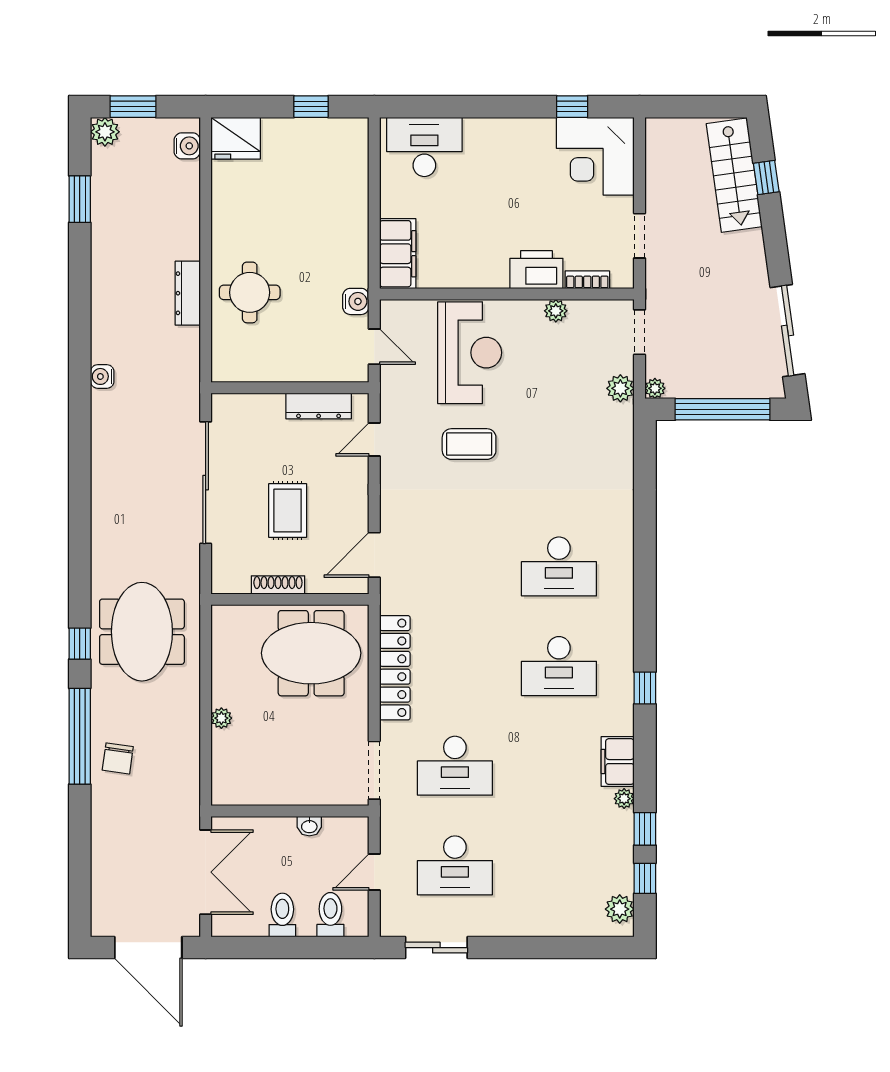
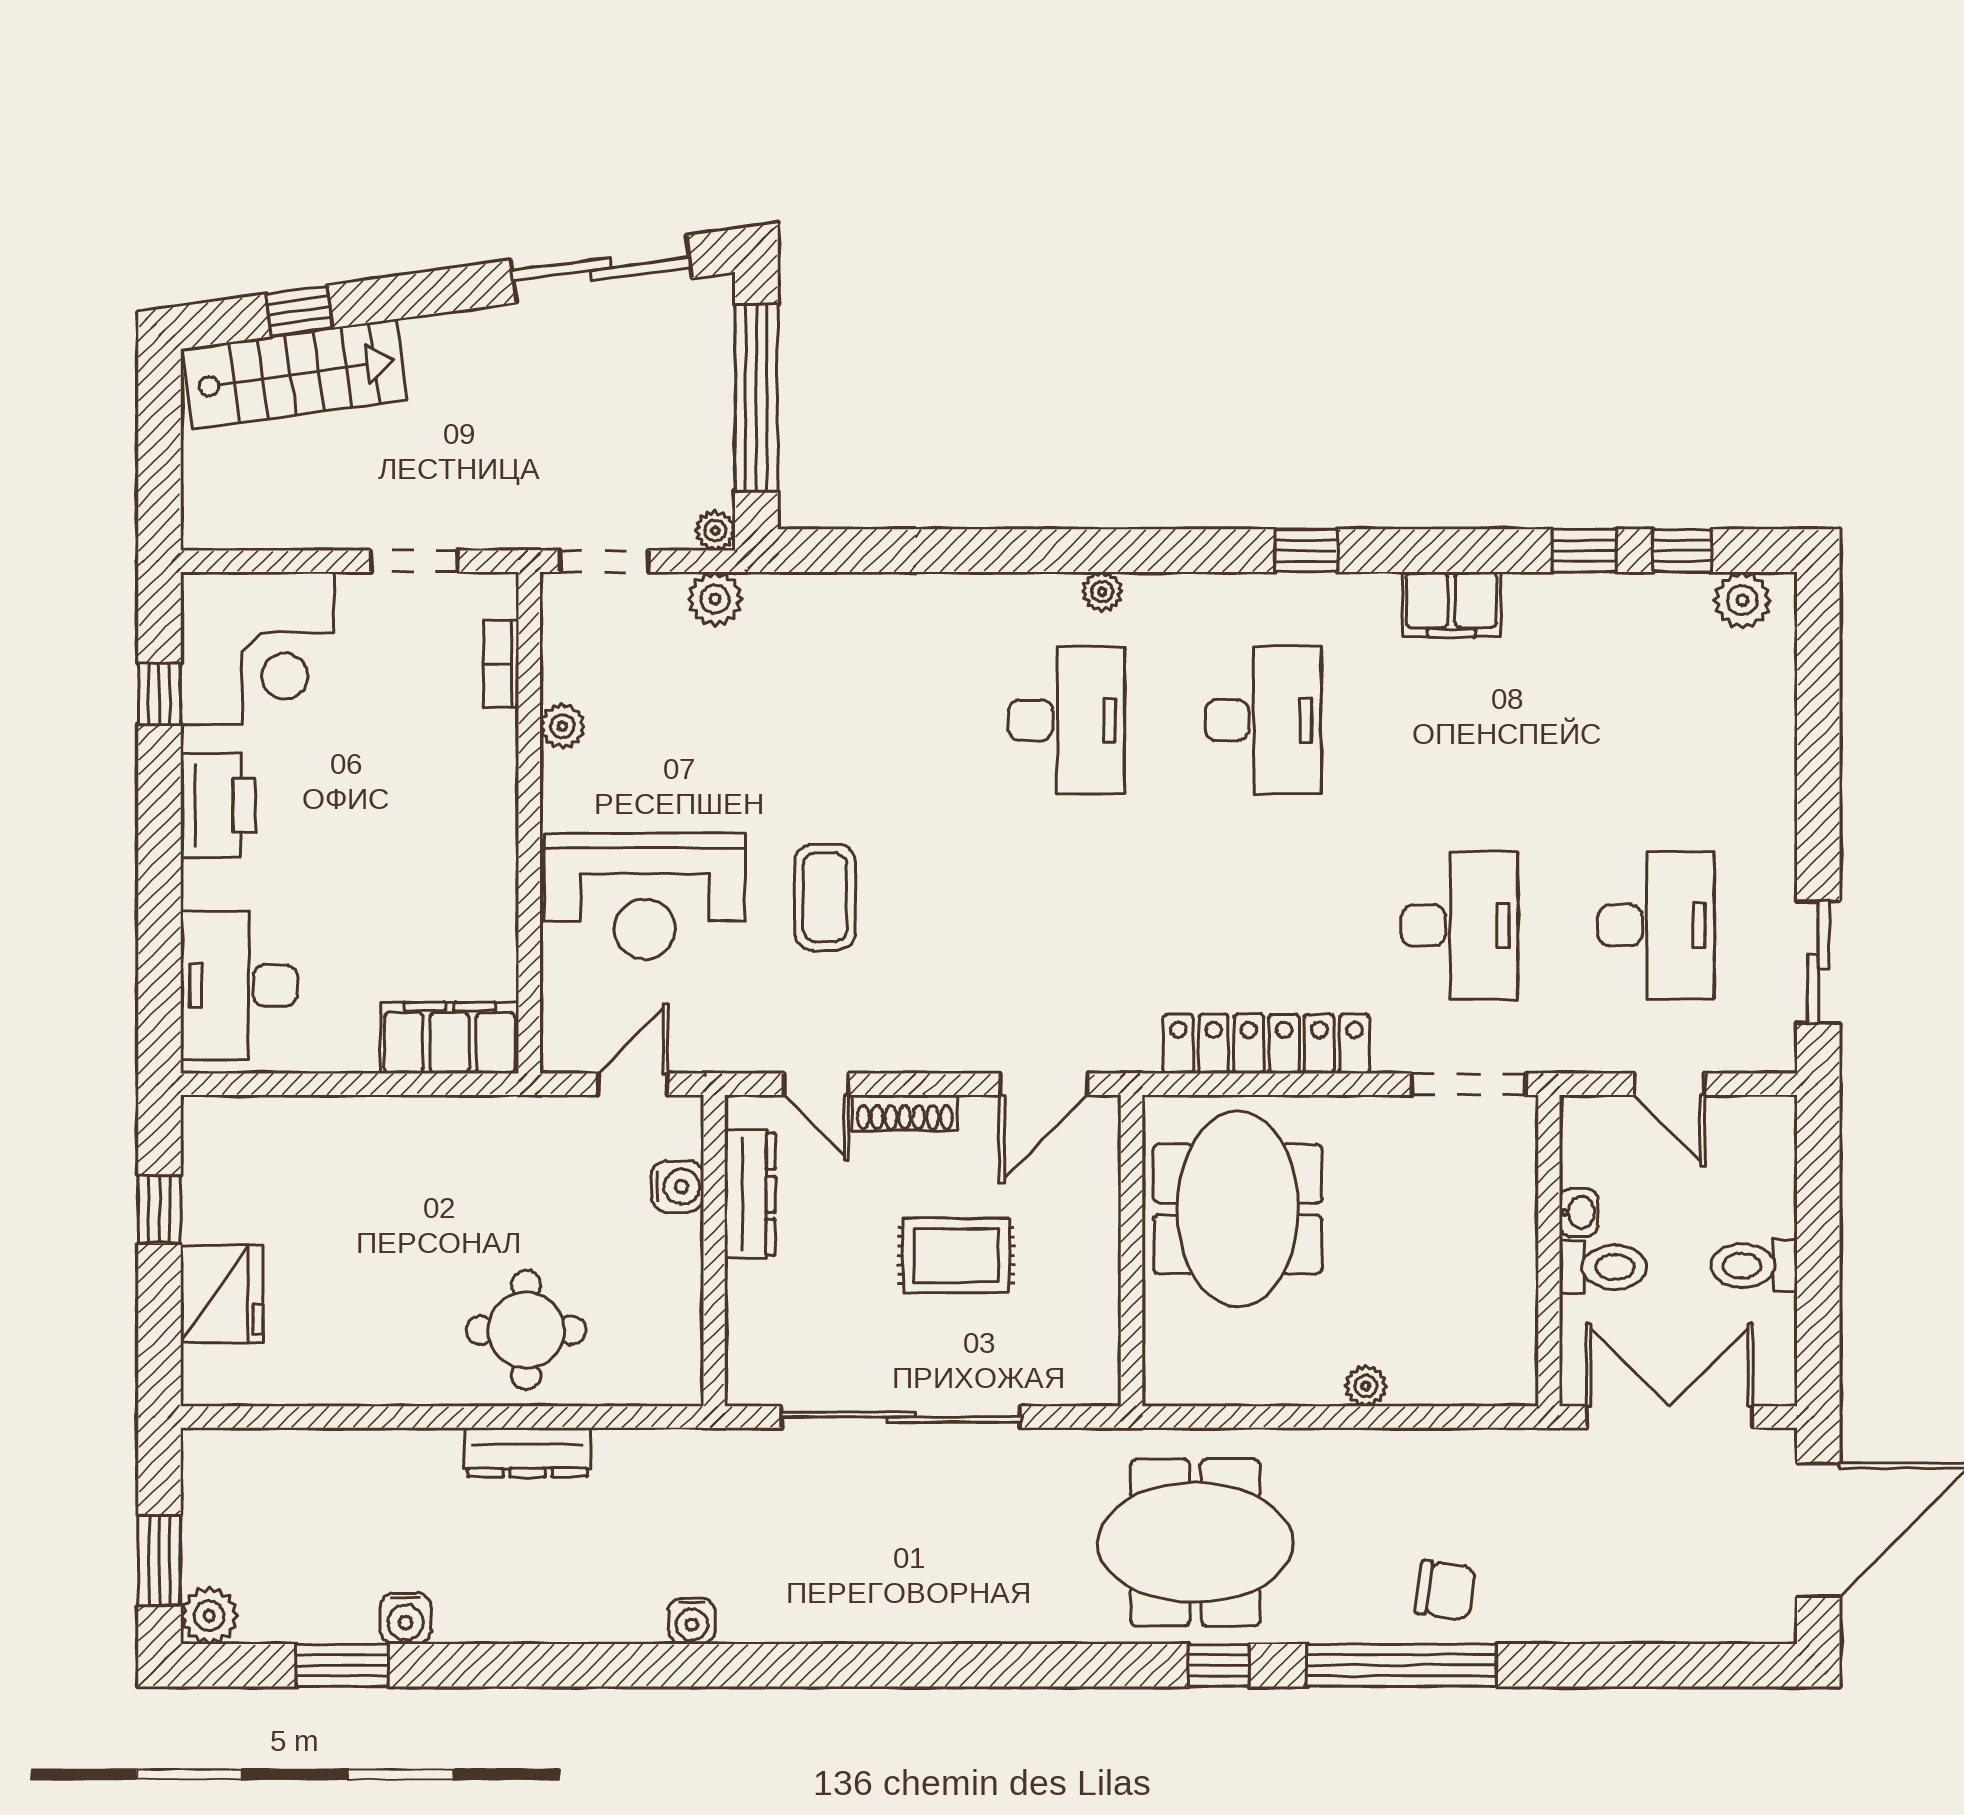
fridge: (236, 138) -> (222, 1294), moved
water cooler: (187, 146) -> (406, 1618), moved, turned 180
printer: (536, 270) -> (218, 805), moved, turned 180
water cooler: (356, 301) -> (678, 1186), moved, turned 90
reception desk: (470, 353) -> (645, 896), turned 180
door: (374, 555) -> (1044, 1084), hinge flipped
shoe rack: (278, 585) -> (905, 1113), moved, turned -90
plant: (624, 799) -> (1102, 592), moved
toilet: (330, 915) -> (1603, 1267), moved, turned 180

